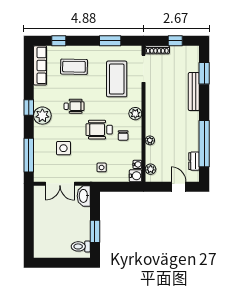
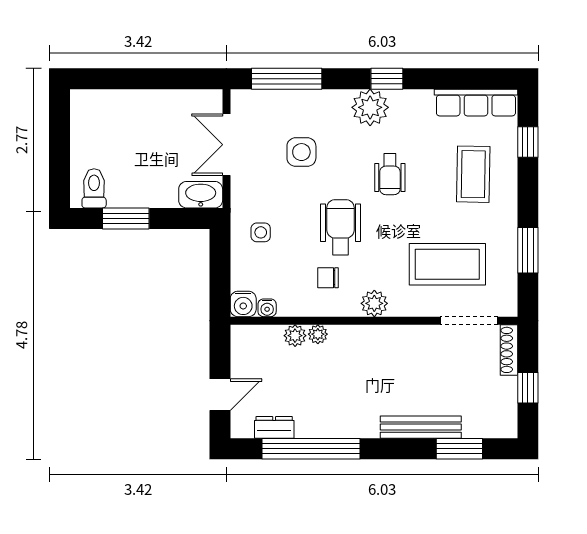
plant: (151, 169) -> (295, 336), moved

